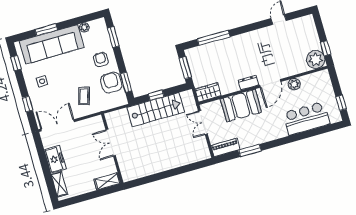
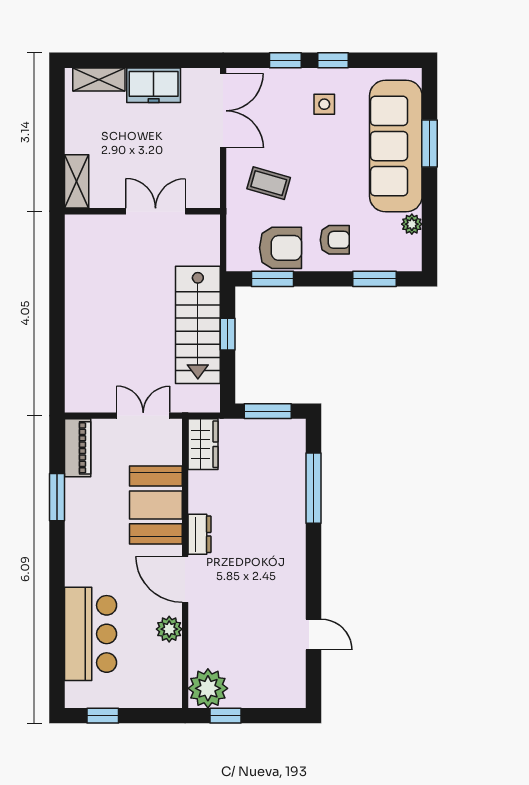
window: (16, 63) -> (333, 60), moved

